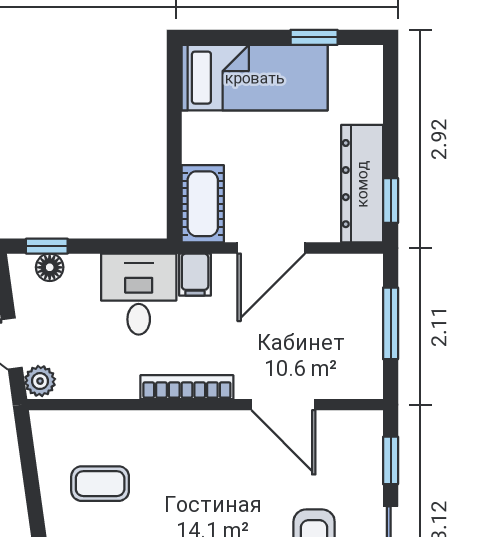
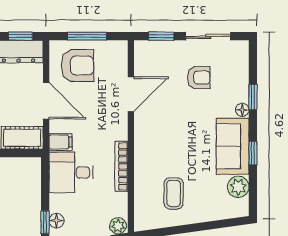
armchair: (336, 306) -> (78, 66), added
bookcase: (187, 387) -> (121, 166), moved

